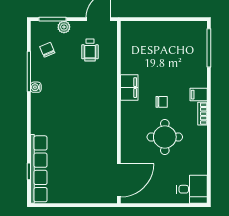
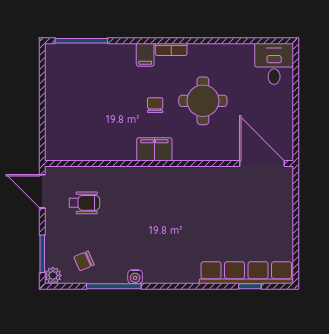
plant: (64, 27) -> (53, 275), moved
filing cabinet: (129, 88) -> (154, 149), moved

